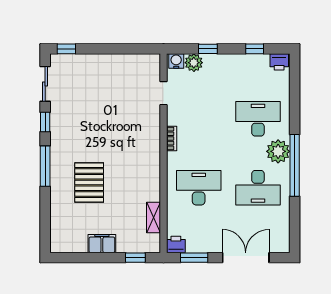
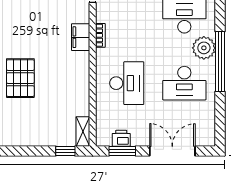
desk: (199, 188) -> (127, 83), turned 90
shelving: (153, 217) -> (83, 132), moved
filing cabinet: (102, 244) -> (81, 37), moved, turned -90
printer: (176, 244) -> (121, 138), moved

